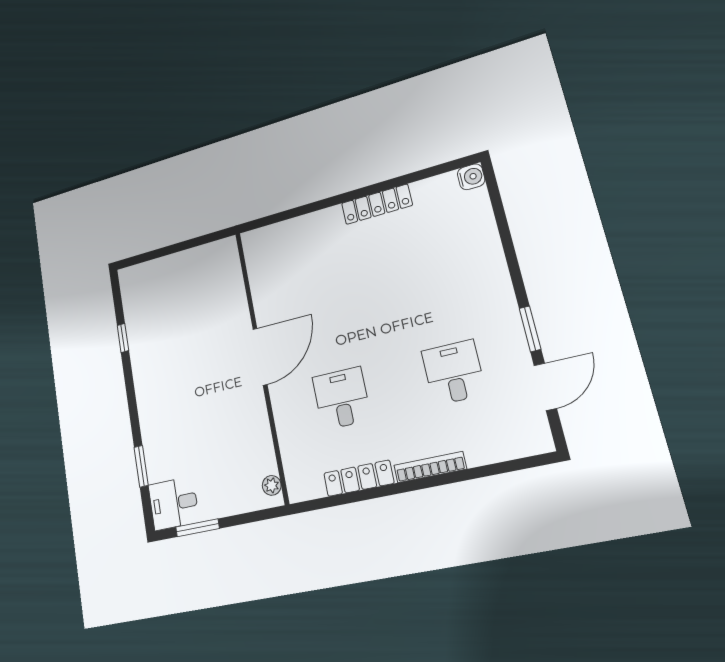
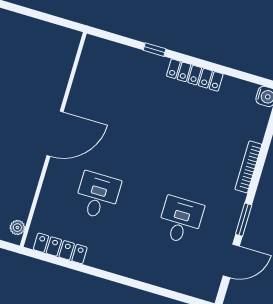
window: (319, 205) -> (155, 50), added
bookcase: (430, 467) -> (248, 167), moved, turned -90
locker: (359, 478) -> (60, 248), moved

